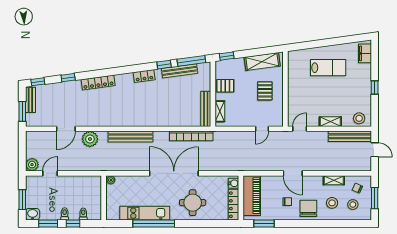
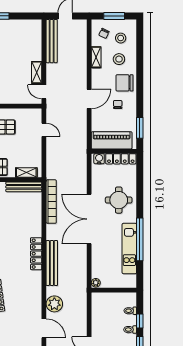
stool: (359, 118) -> (33, 32), removed
locker: (140, 121) -> (36, 254), added
shelving: (330, 122) -> (37, 72), moved

